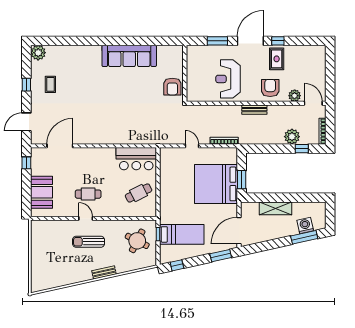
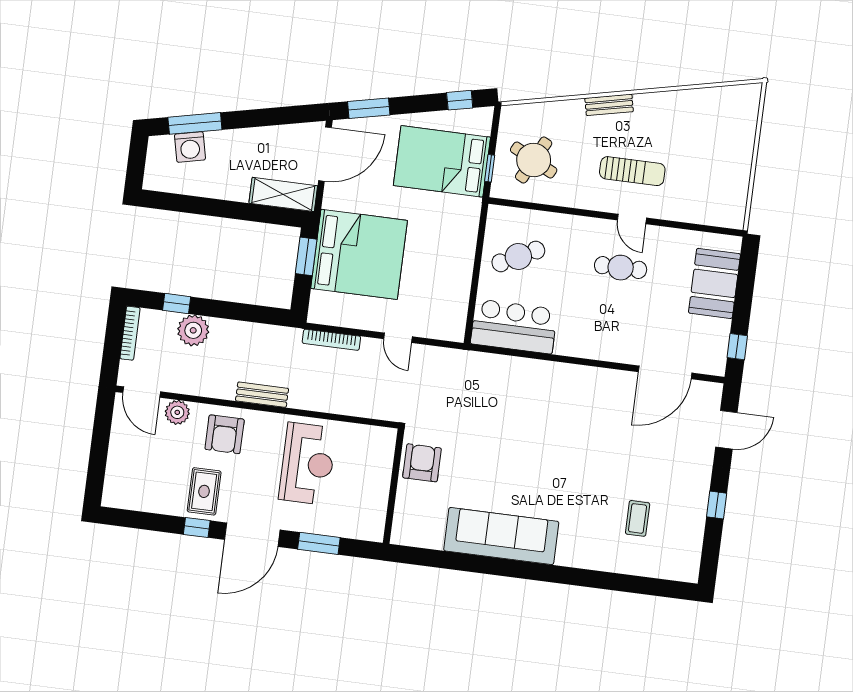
plant: (38, 53) -> (684, 567), removed
coffee table: (50, 84) -> (638, 518), moved
shelving: (276, 208) -> (283, 194), moved
bed: (182, 234) -> (442, 161), width x1.50

